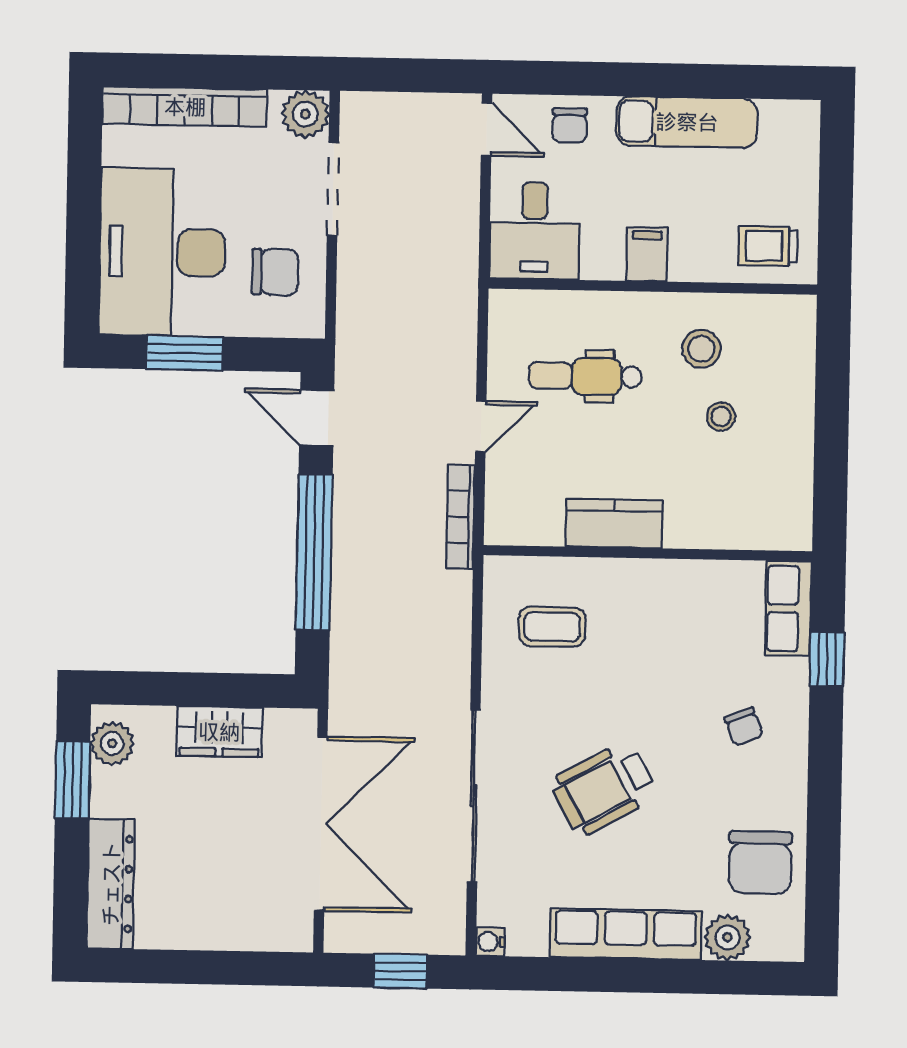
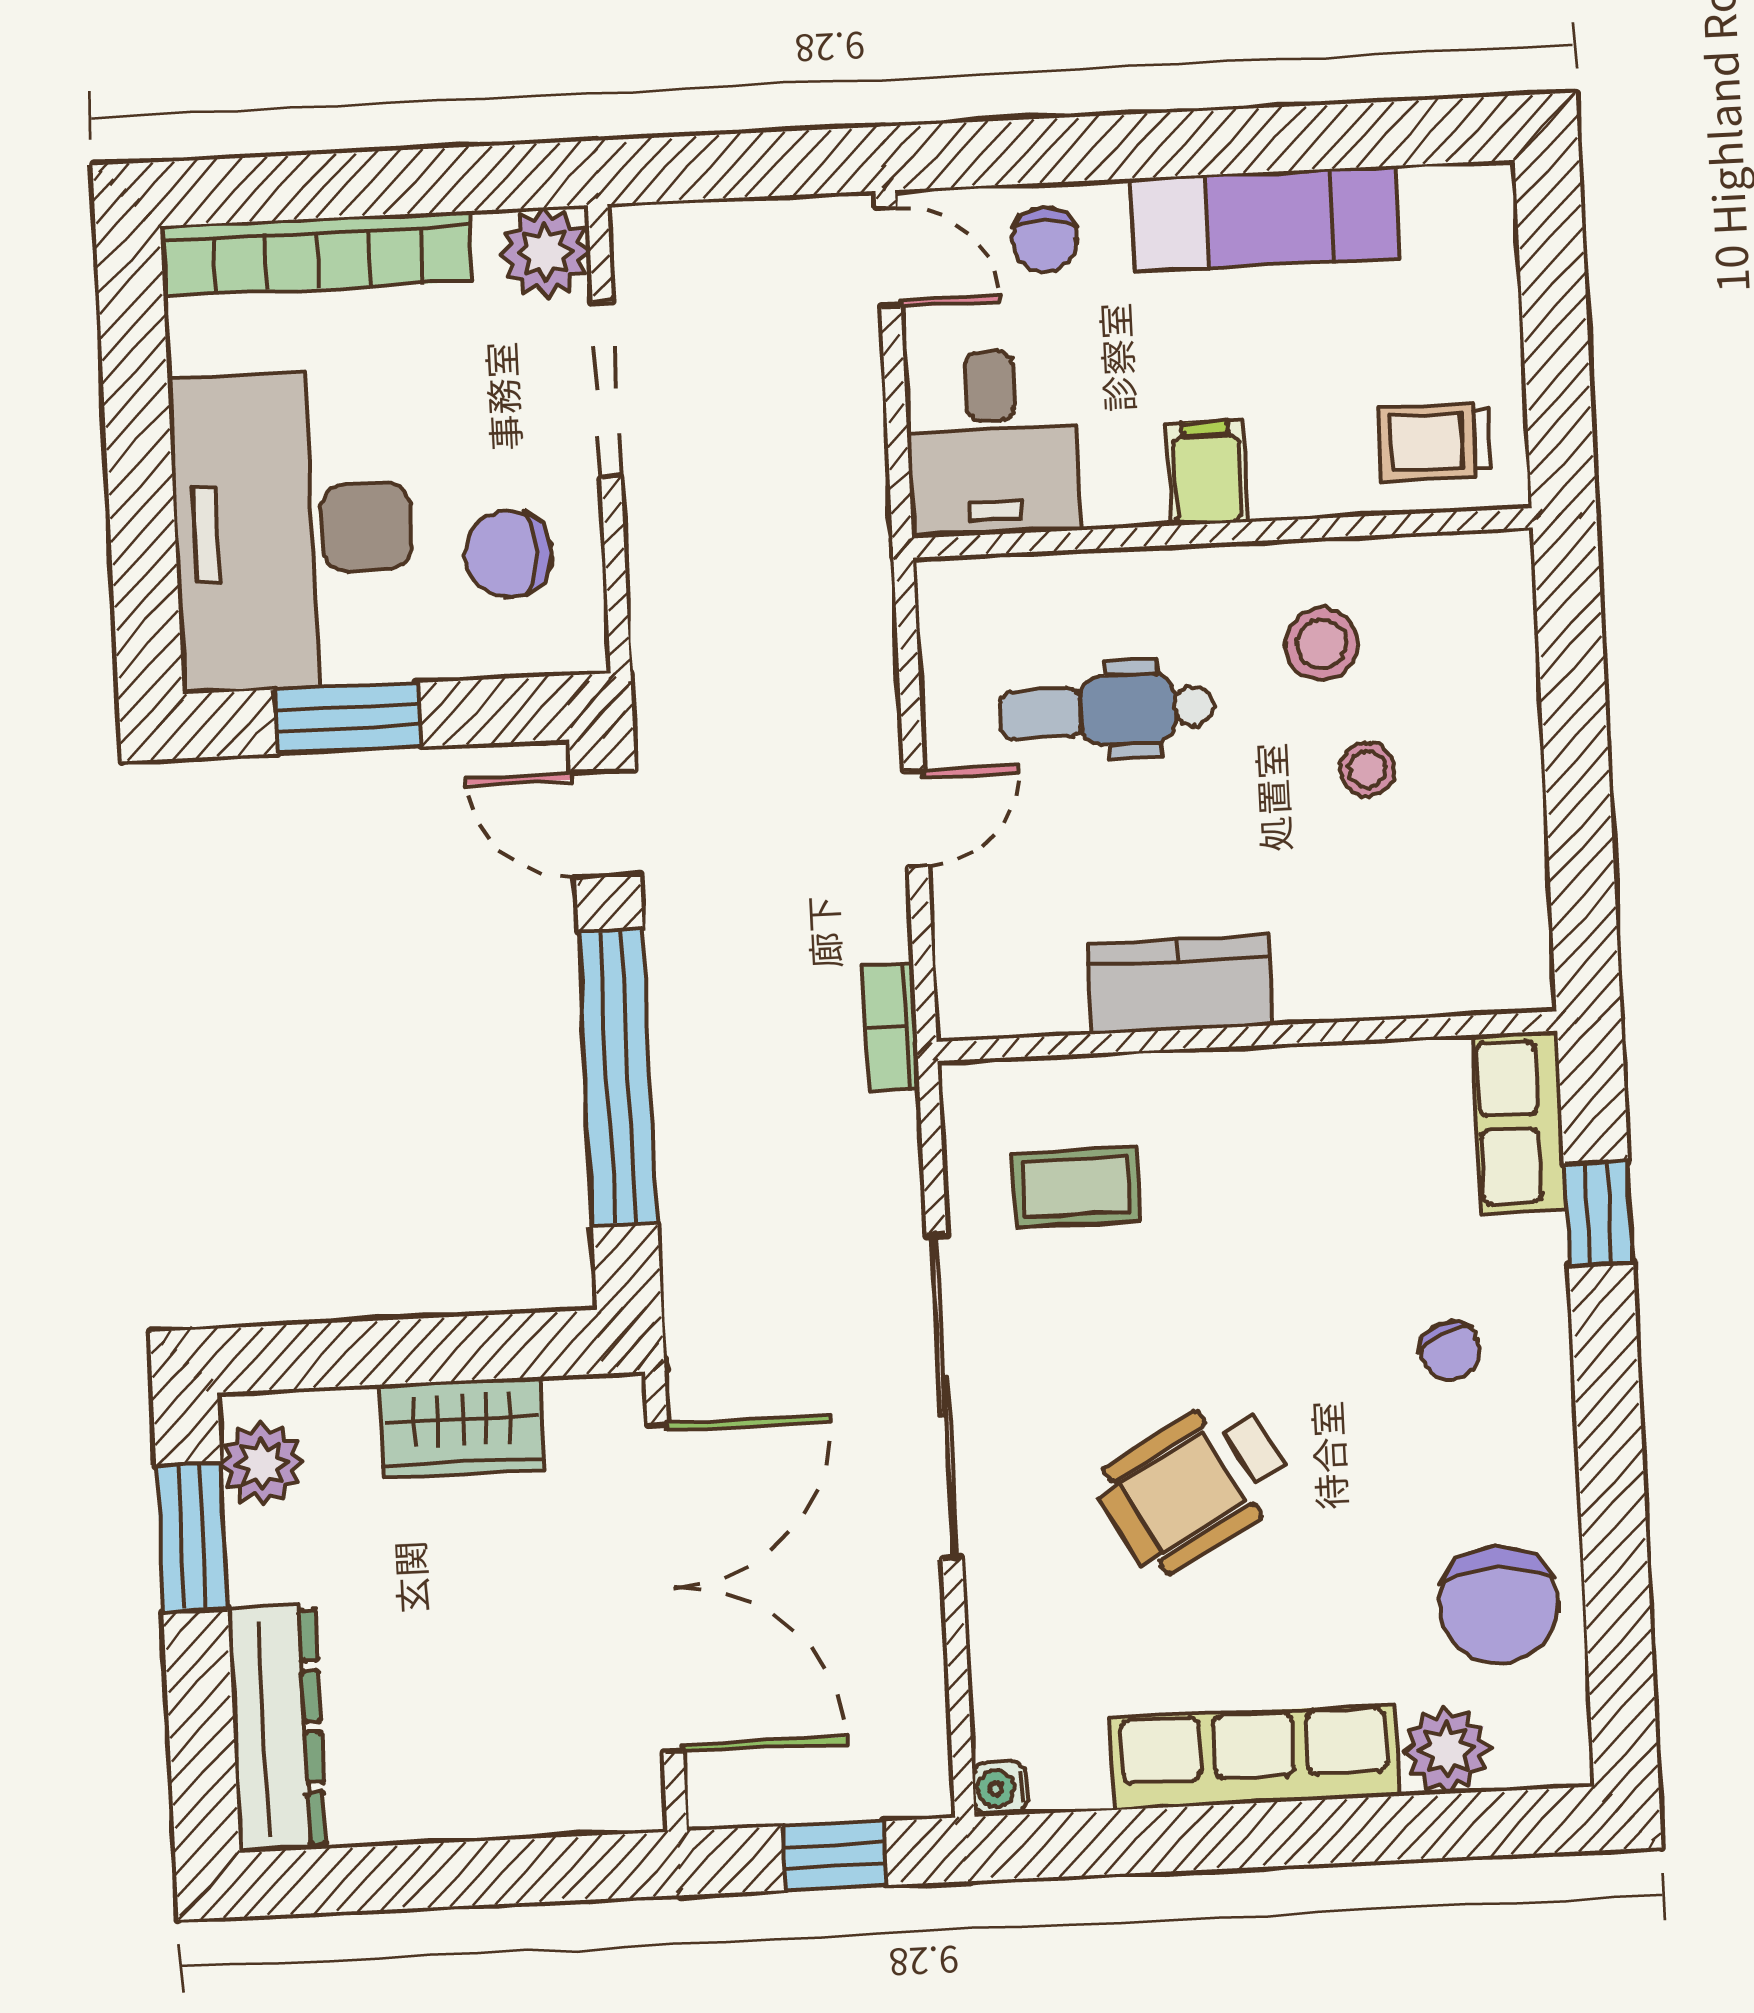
chair: (275, 272) -> (508, 554), turned 180
bookcase: (461, 517) -> (891, 1027), width x0.64
sliding door: (474, 796) -> (944, 1396), moved

